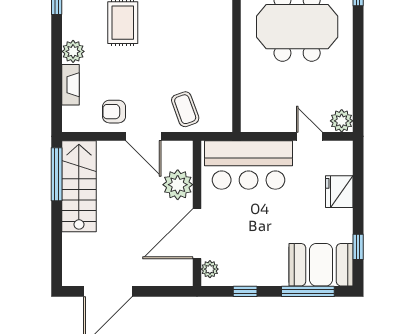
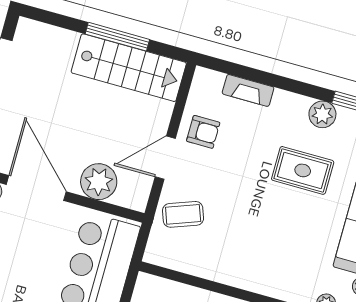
plant: (73, 51) -> (322, 114), moved
armchair: (114, 112) -> (203, 132), turned 90
window: (57, 174) -> (117, 37), moved

